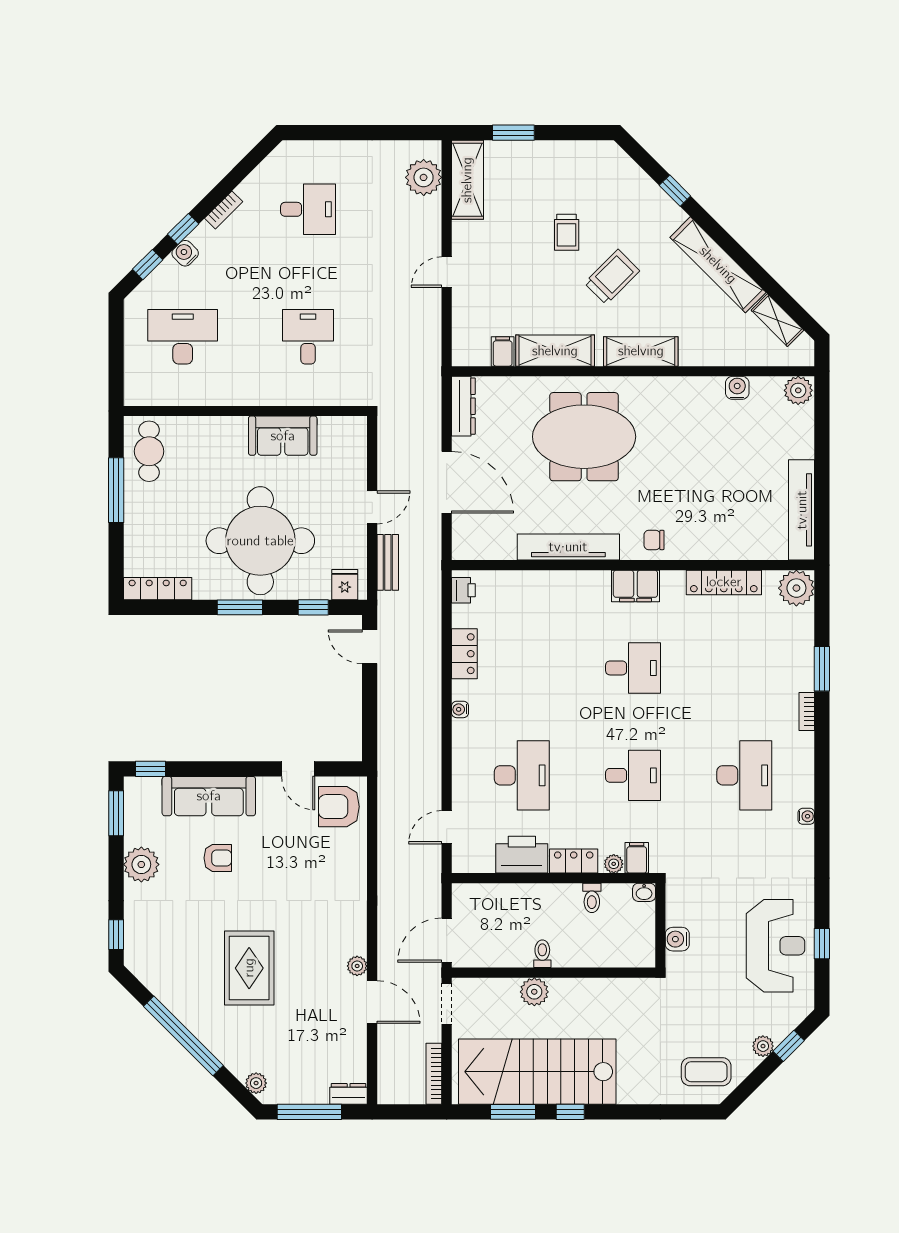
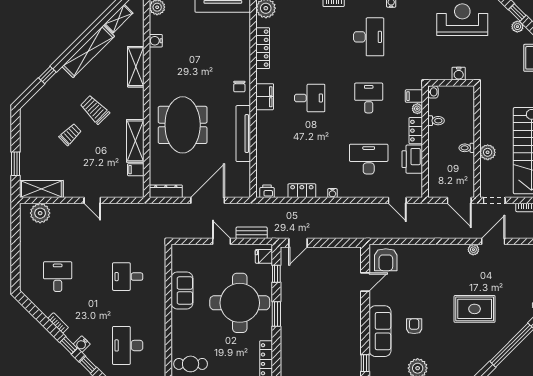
trolley: (567, 232) -> (70, 135), turned -44
shelving: (641, 351) -> (136, 67), moved
desk: (633, 668) -> (310, 98), turned 90
desk: (744, 775) -> (369, 37), turned 90

